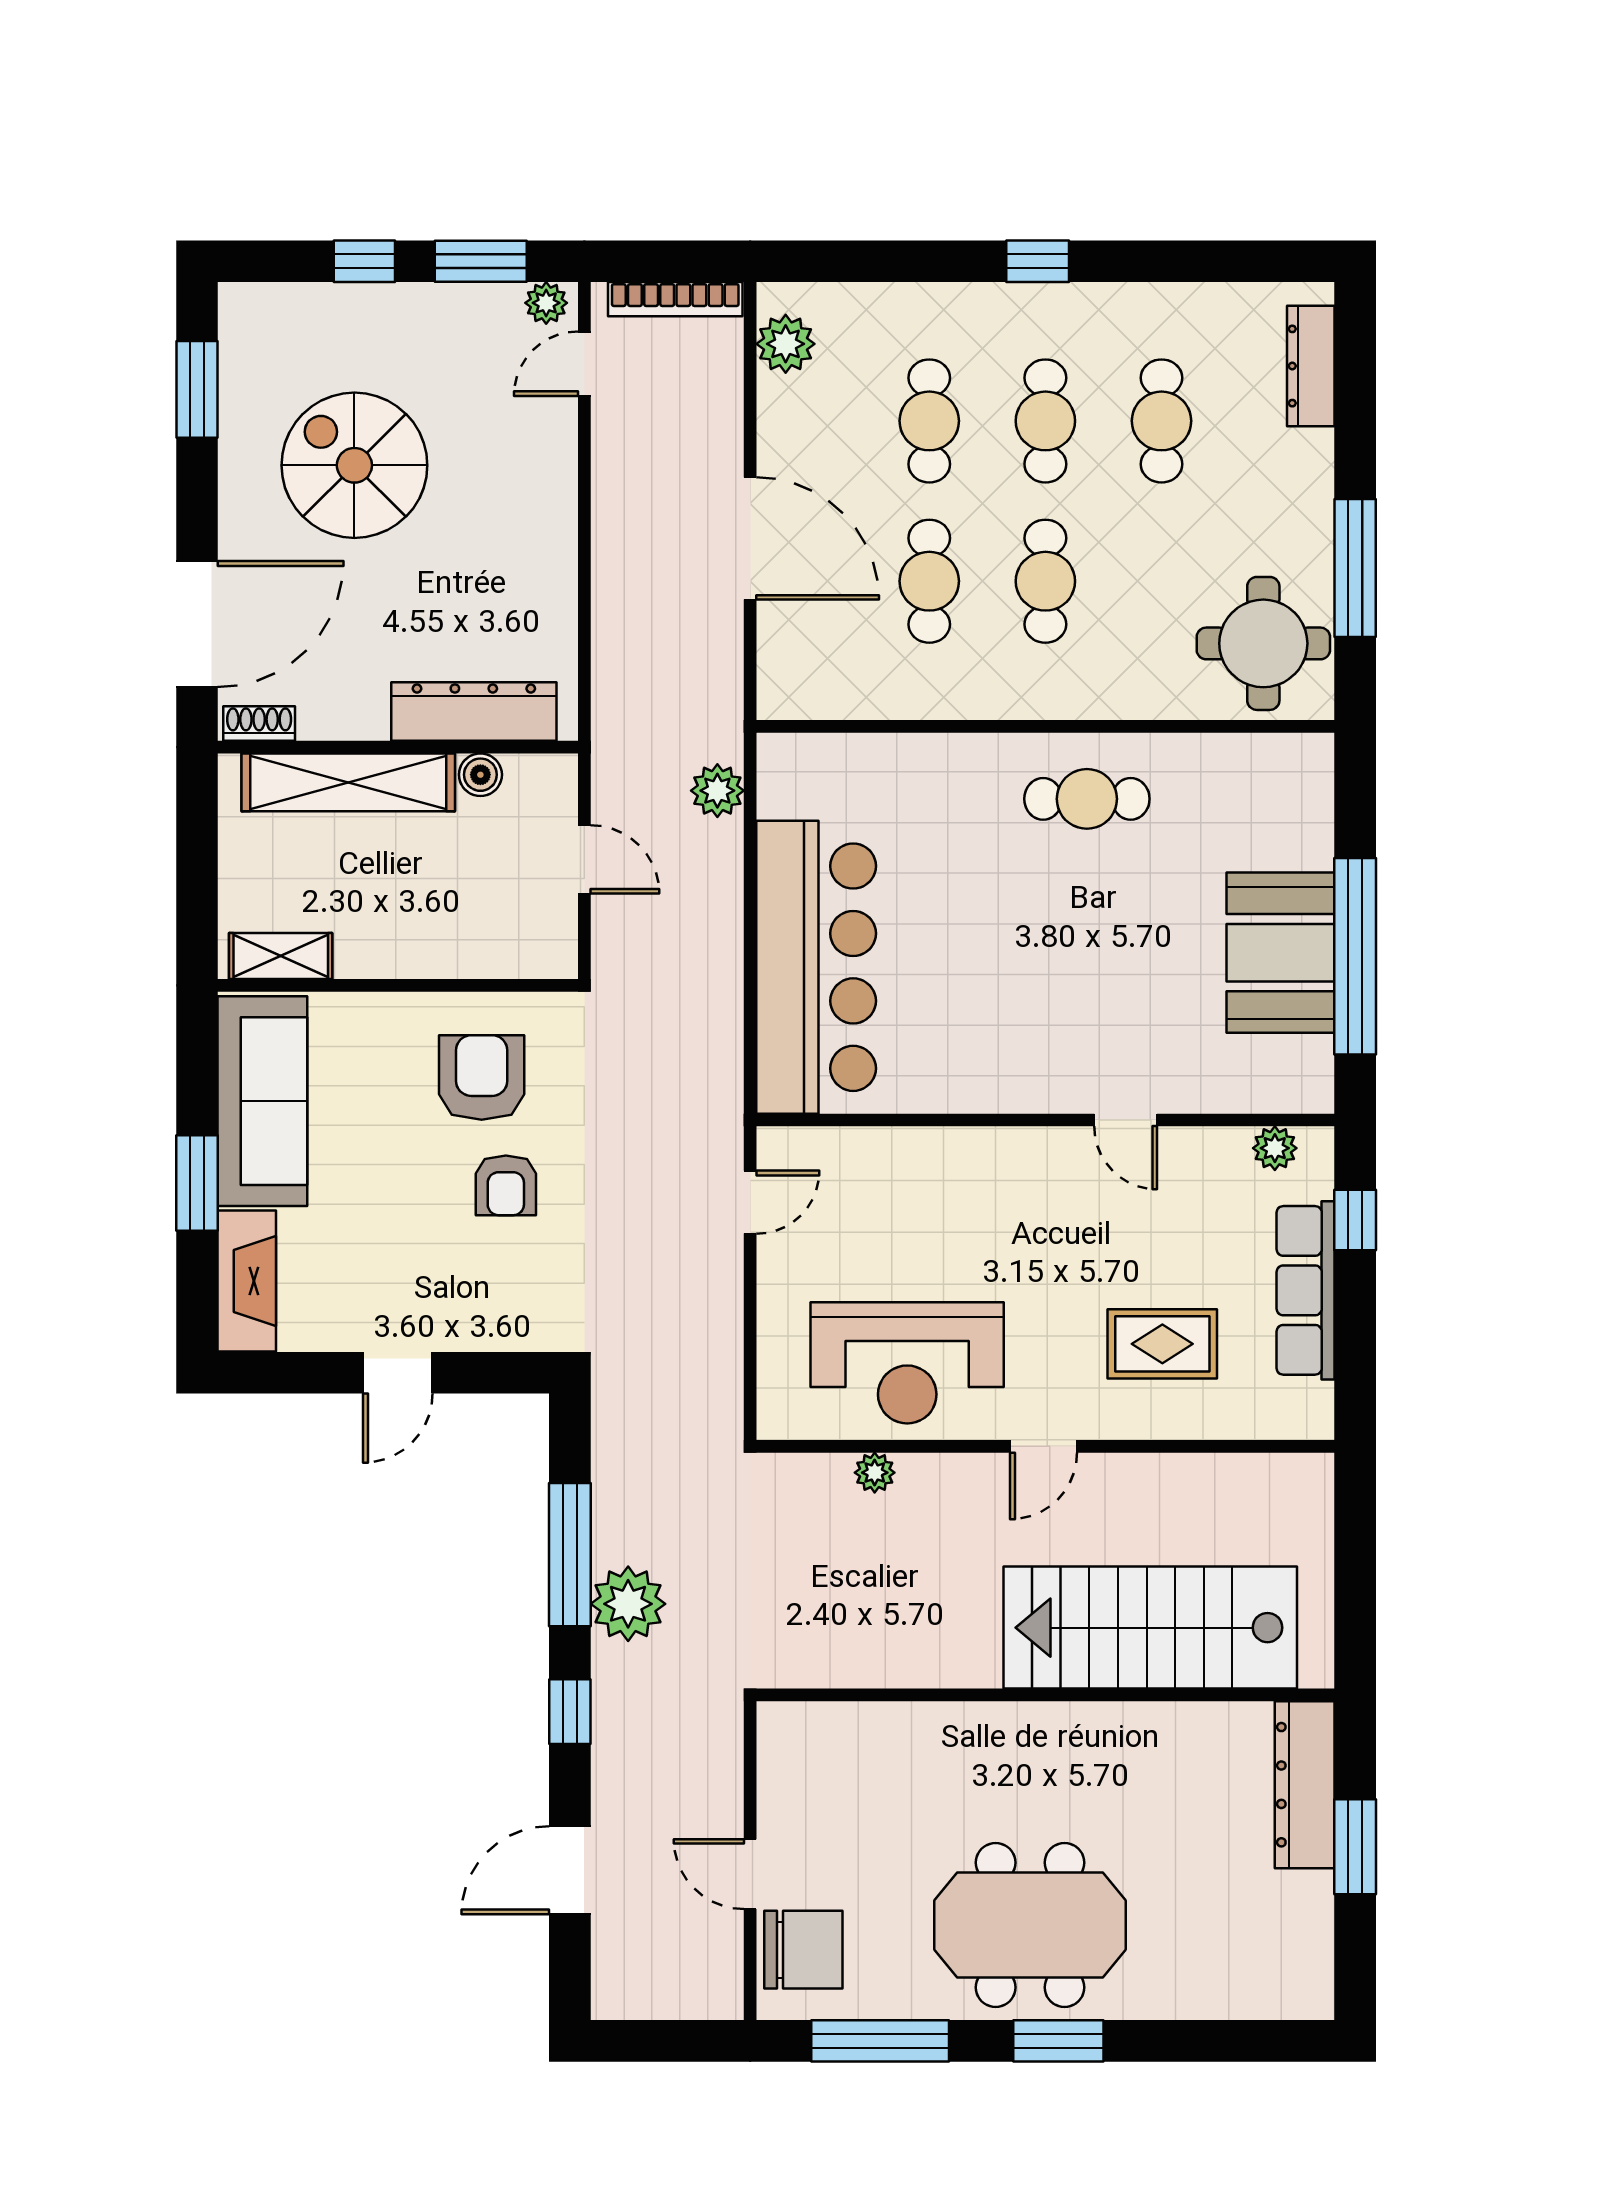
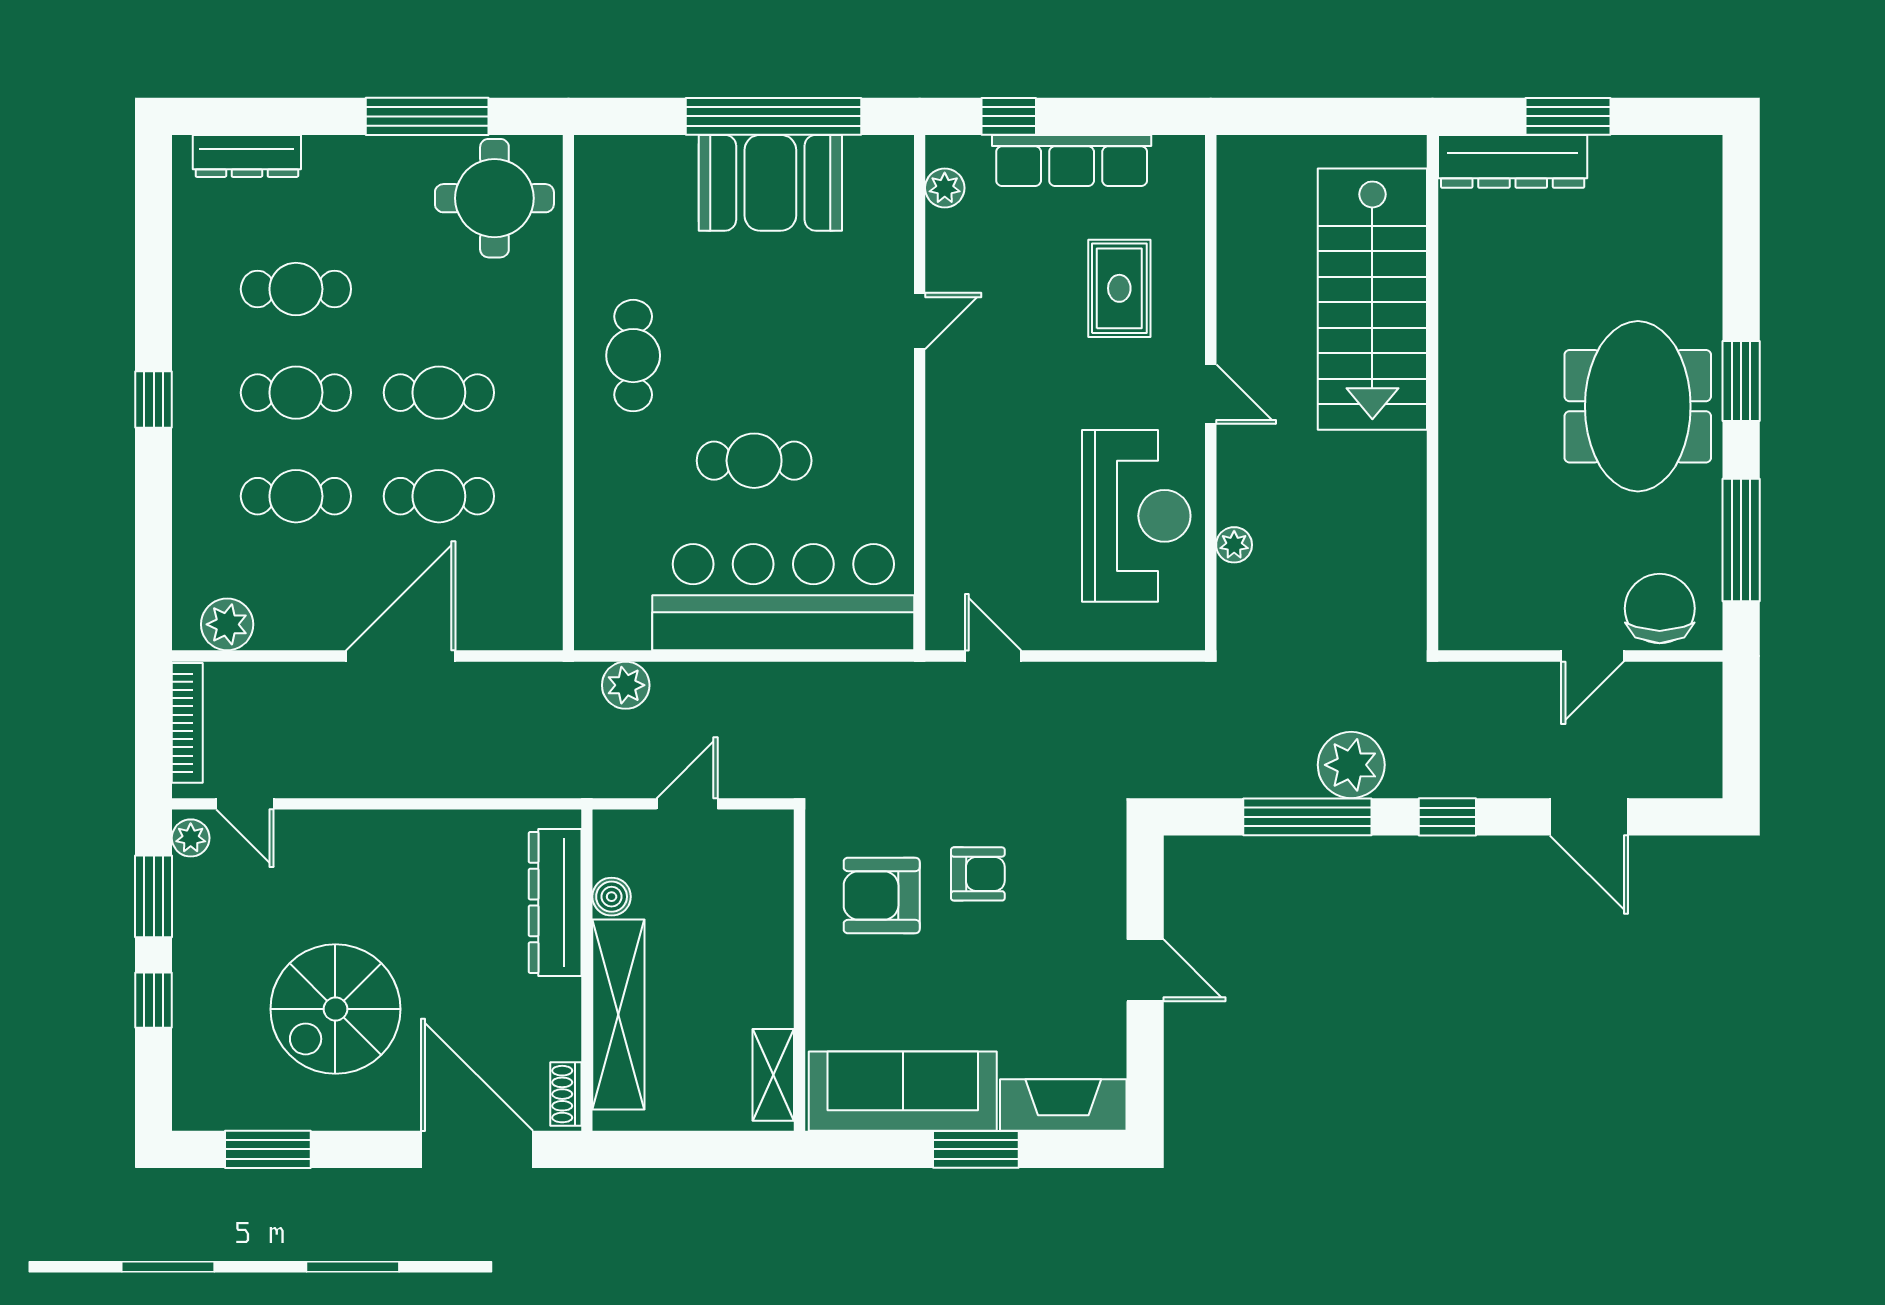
cafe table: (969, 934) -> (754, 461), added

